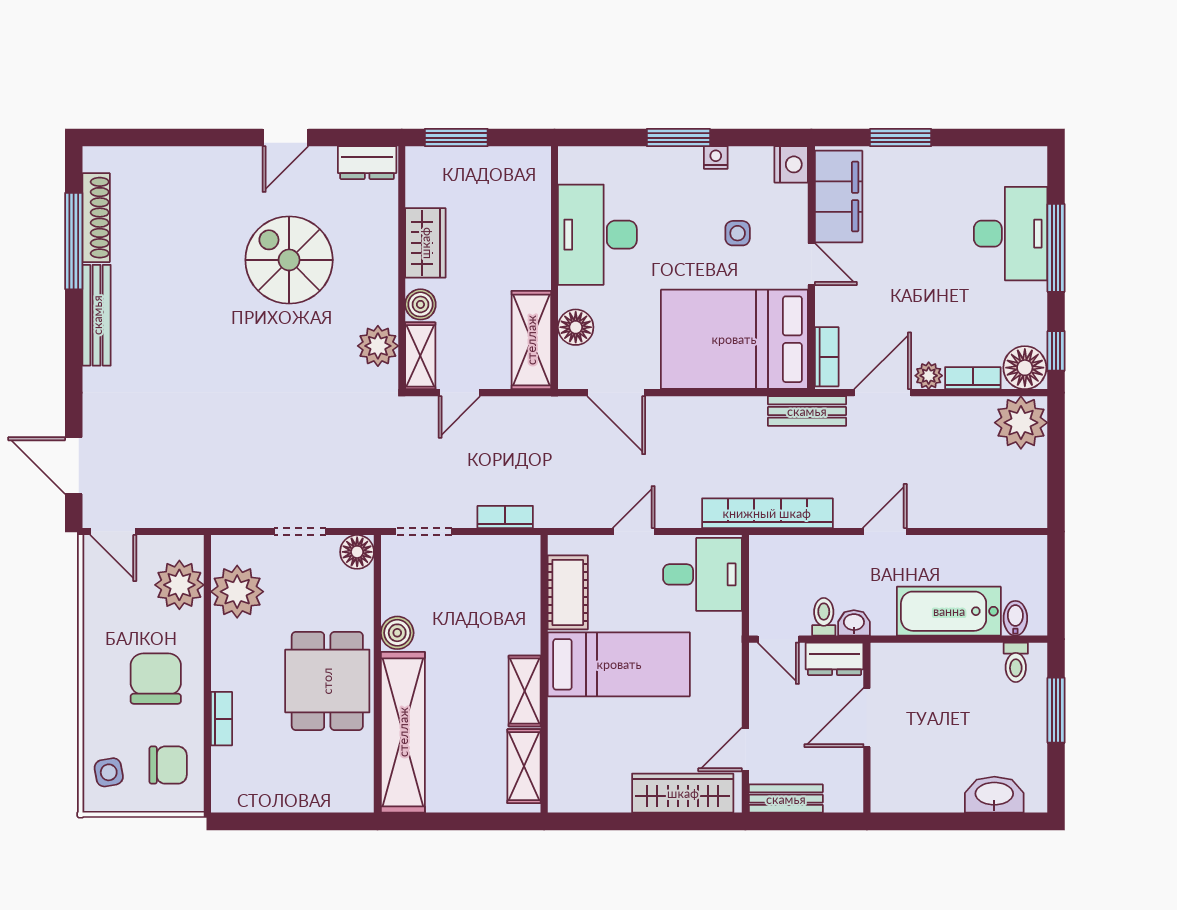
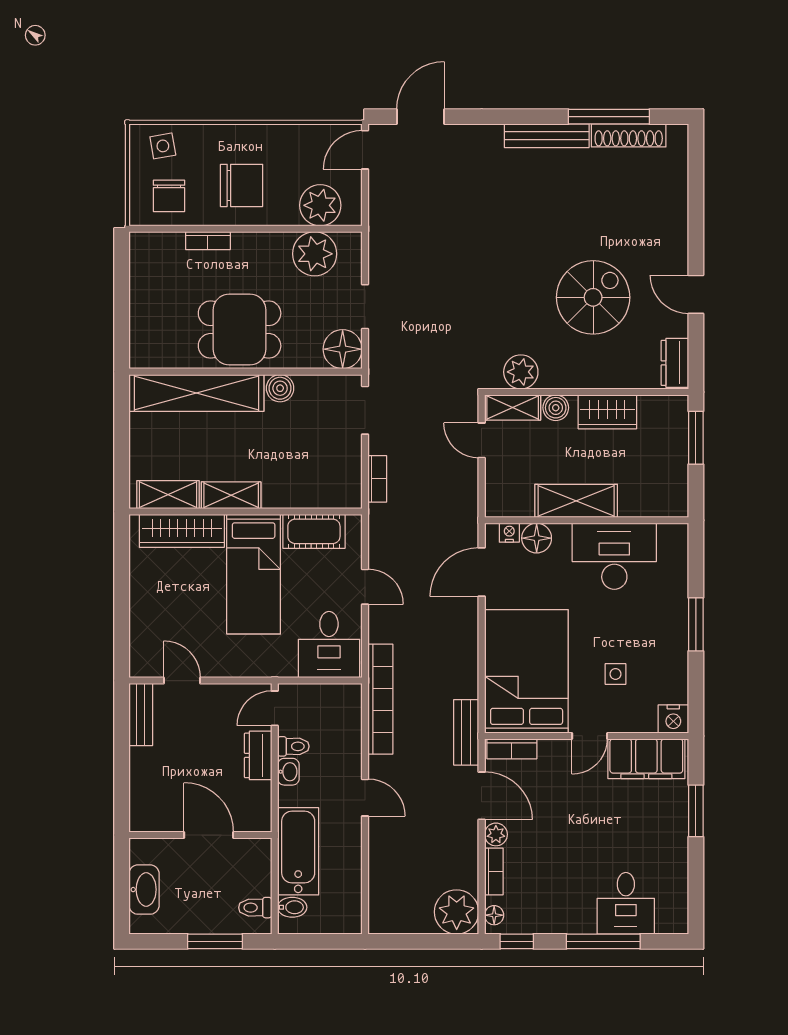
nightstand: (716, 158) -> (509, 533), moved, turned -90
desk: (1011, 234) -> (626, 903), width x0.73
shelving: (531, 340) -> (576, 501), moved
floor lamp: (1025, 368) -> (494, 915), width x0.53, depth x0.53
floor lamp: (357, 552) -> (343, 349), width x1.38, depth x1.38
door: (867, 718) -> (209, 835), moved
wall: (867, 728) -> (200, 835), moved
wardrobe: (683, 793) -> (182, 531), moved, turned 90

